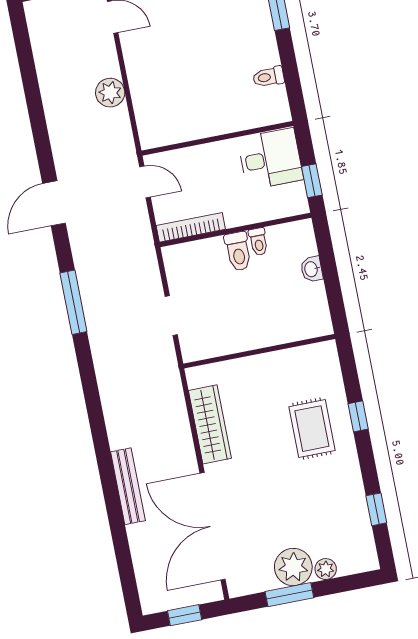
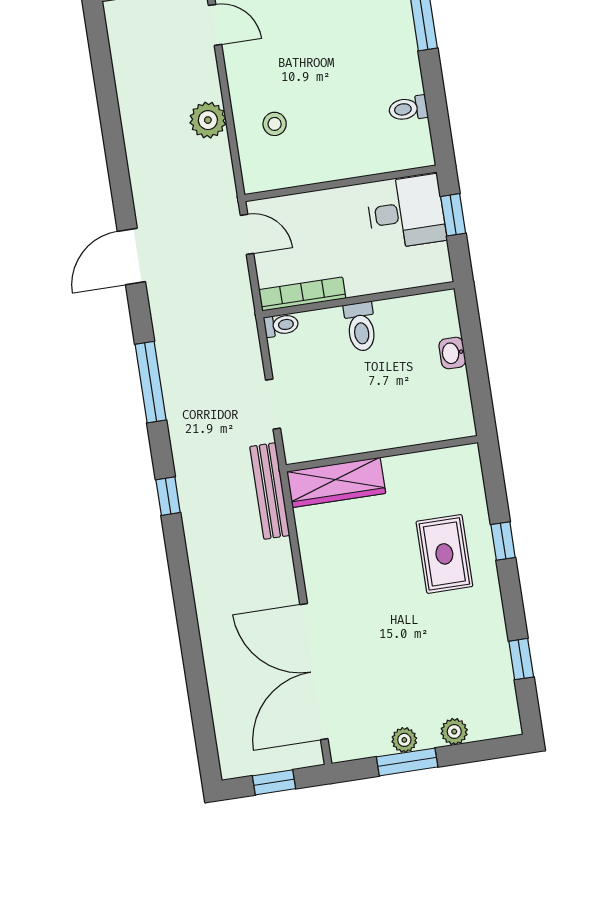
stool: (163, 93) -> (275, 124), added
window: (312, 181) -> (453, 215), moved
toilet: (258, 242) -> (281, 325), moved, turned -90
window: (91, 392) -> (168, 496), added
wardrobe: (210, 424) -> (336, 482), moved, turned 90
bench: (128, 486) -> (270, 491), moved
plant: (293, 567) -> (404, 740), width x0.53, depth x0.53

